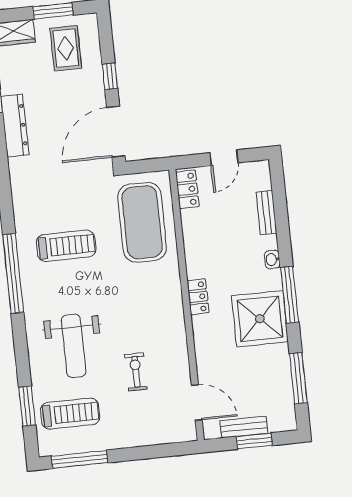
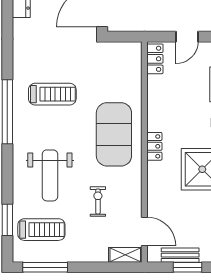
exercise mat: (142, 222) -> (114, 134), moved
shelving: (176, 434) -> (125, 255), added

